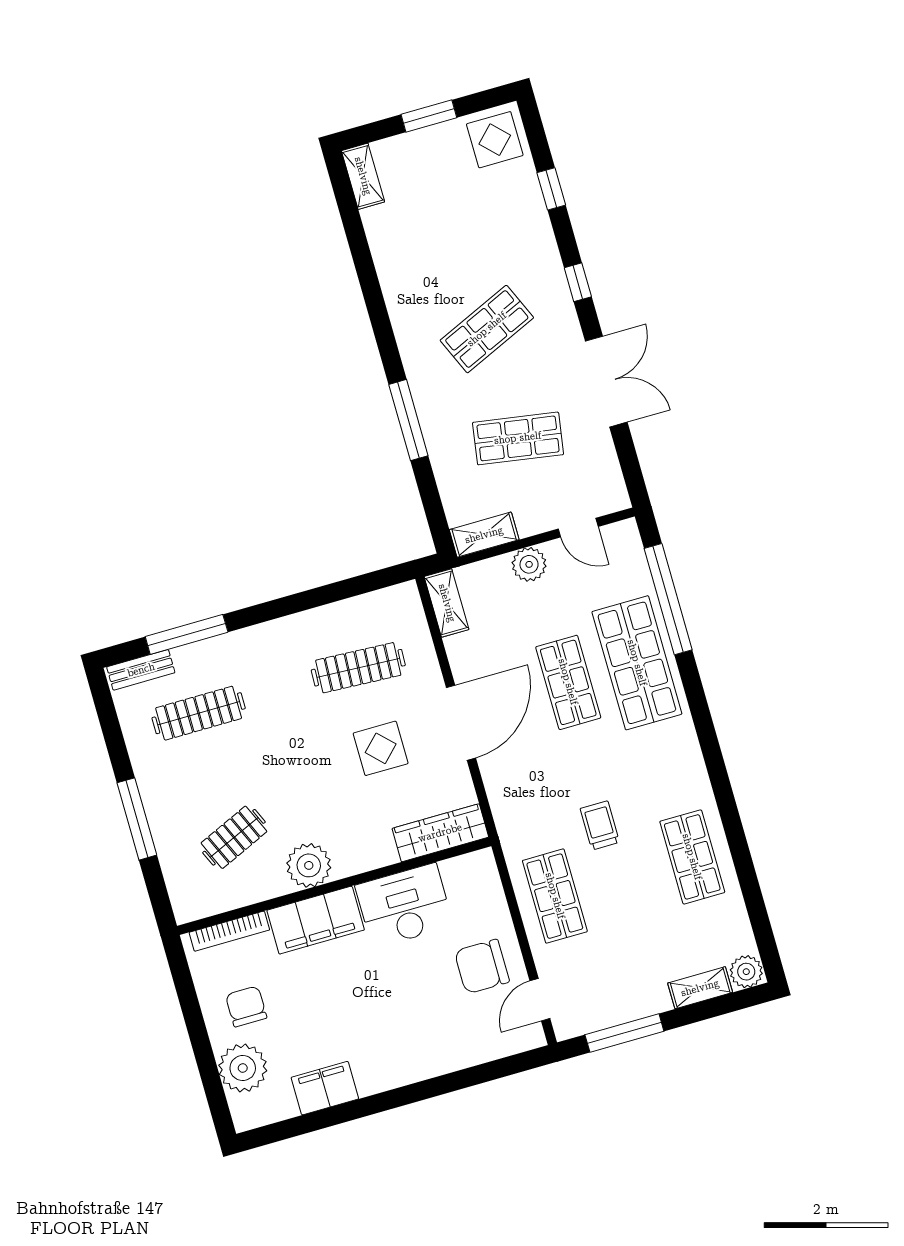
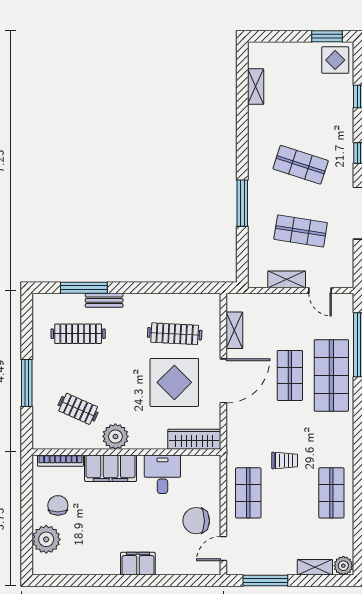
window: (429, 116) -> (327, 36), moved
shelving: (363, 176) -> (256, 87), moved
shop shelf: (487, 329) -> (301, 165), turned 42
shelving: (484, 535) -> (287, 279), moved
plant: (529, 564) -> (287, 303), removed
shelving: (447, 603) -> (234, 330), moved
bench: (141, 670) -> (104, 300), moved
display table: (381, 748) -> (174, 382), width x1.86, depth x1.86
trolley: (600, 825) -> (285, 461), turned 90
clothes rail: (234, 837) -> (78, 409), turned 48
desk: (404, 906) -> (162, 474), width x0.73
filing cabinet: (325, 1088) -> (138, 564), moved

